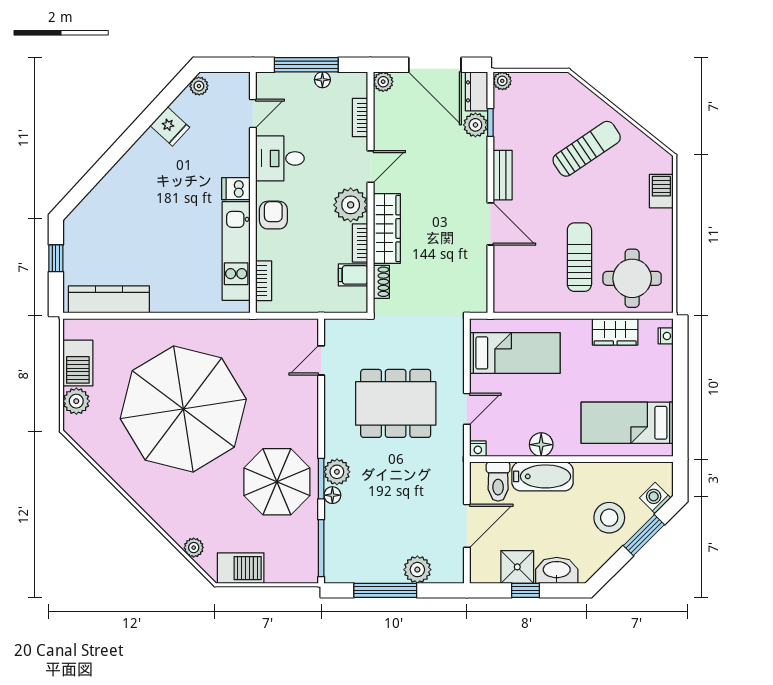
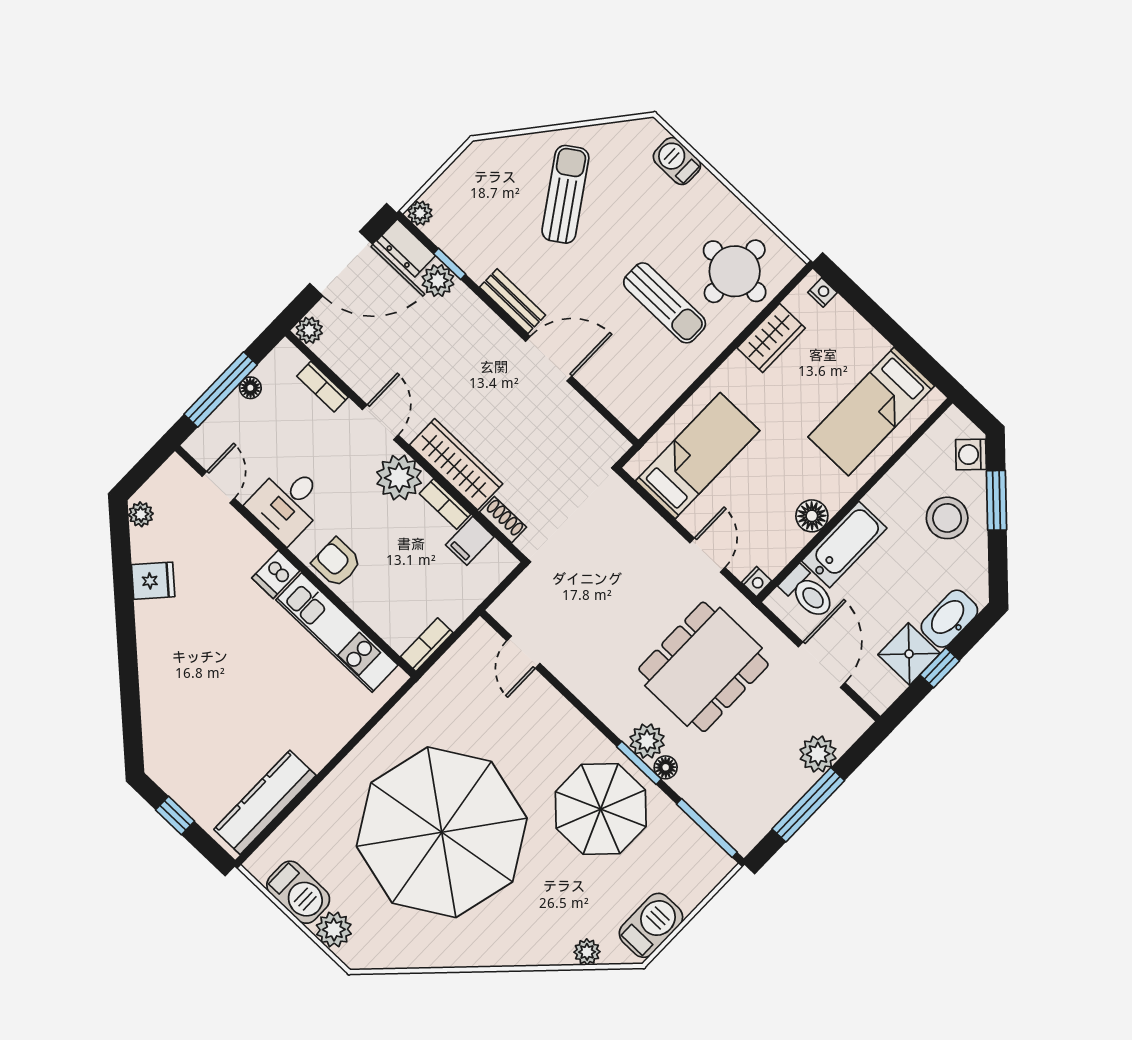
sun lounger: (579, 257) -> (665, 303), turned 180
bookcase: (264, 281) -> (427, 645), moved, turned -90
dining table: (396, 403) -> (703, 667), moved

